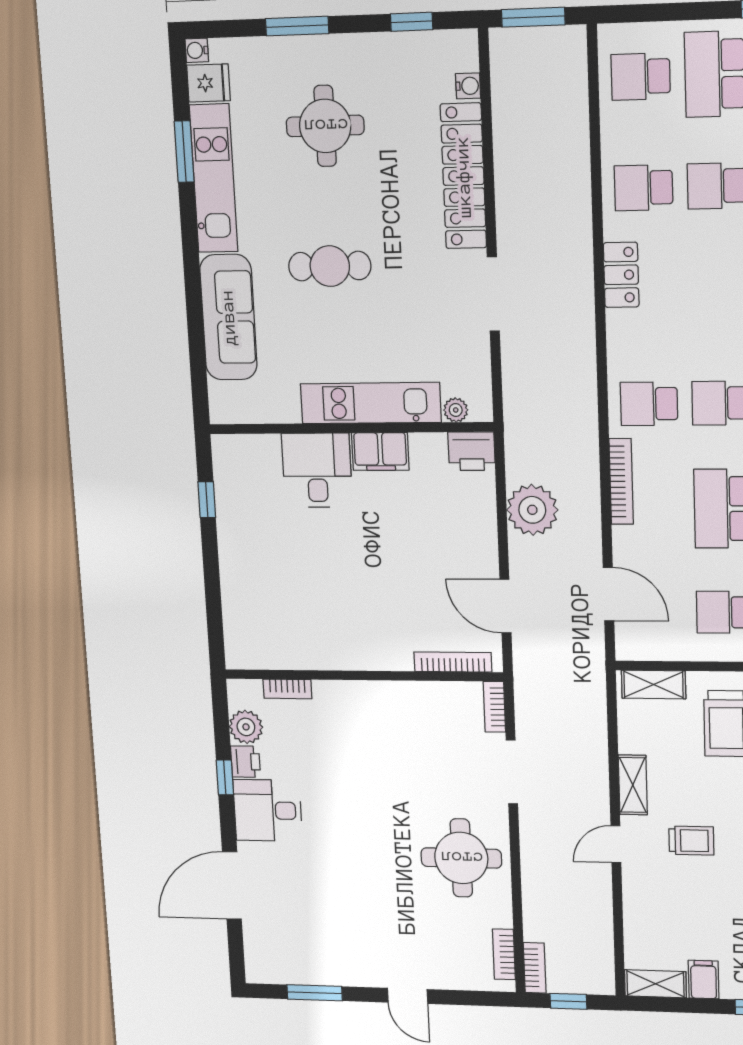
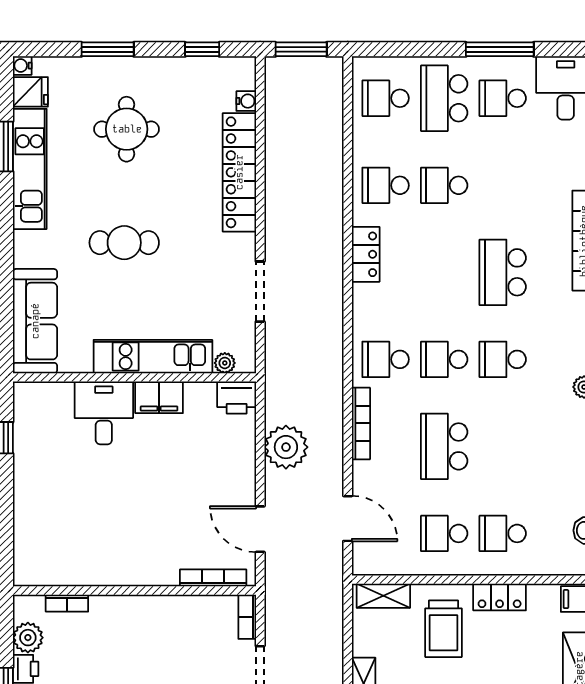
doorway: (493, 294) -> (260, 292), moved
sofa: (228, 317) -> (35, 321), moved

